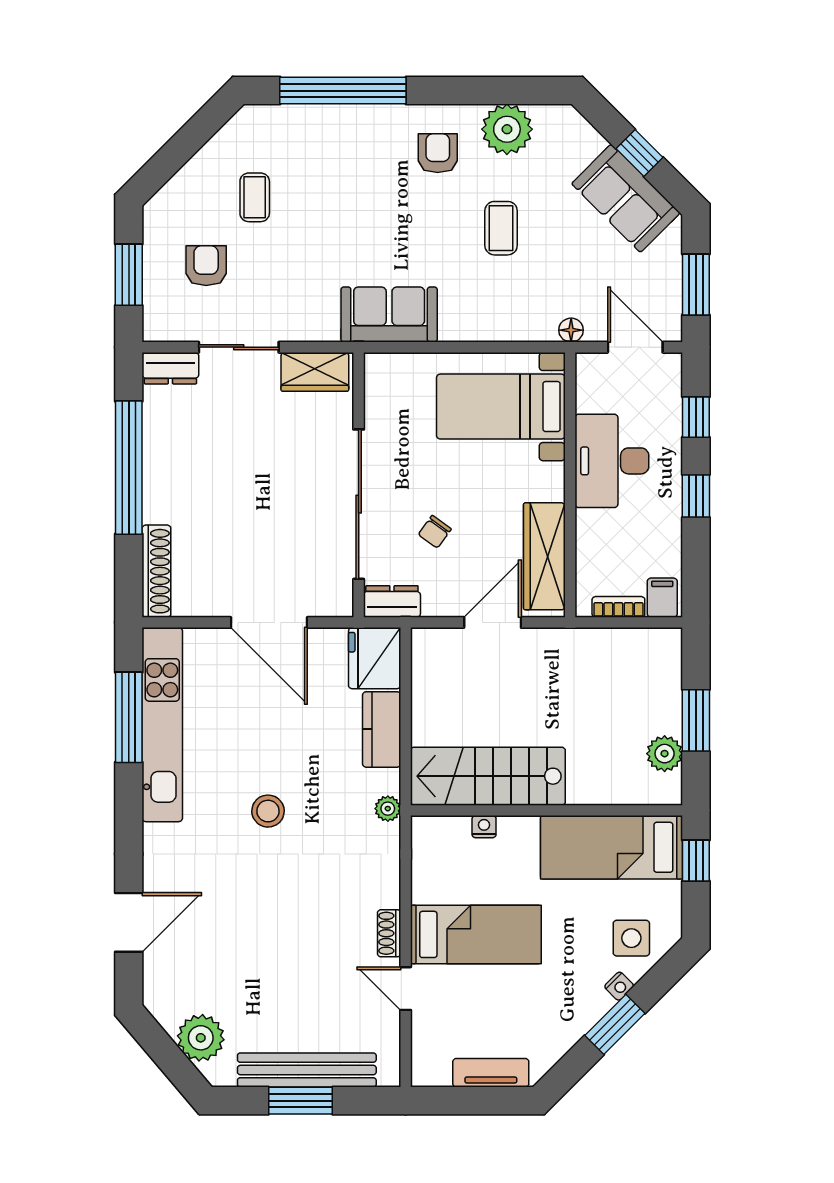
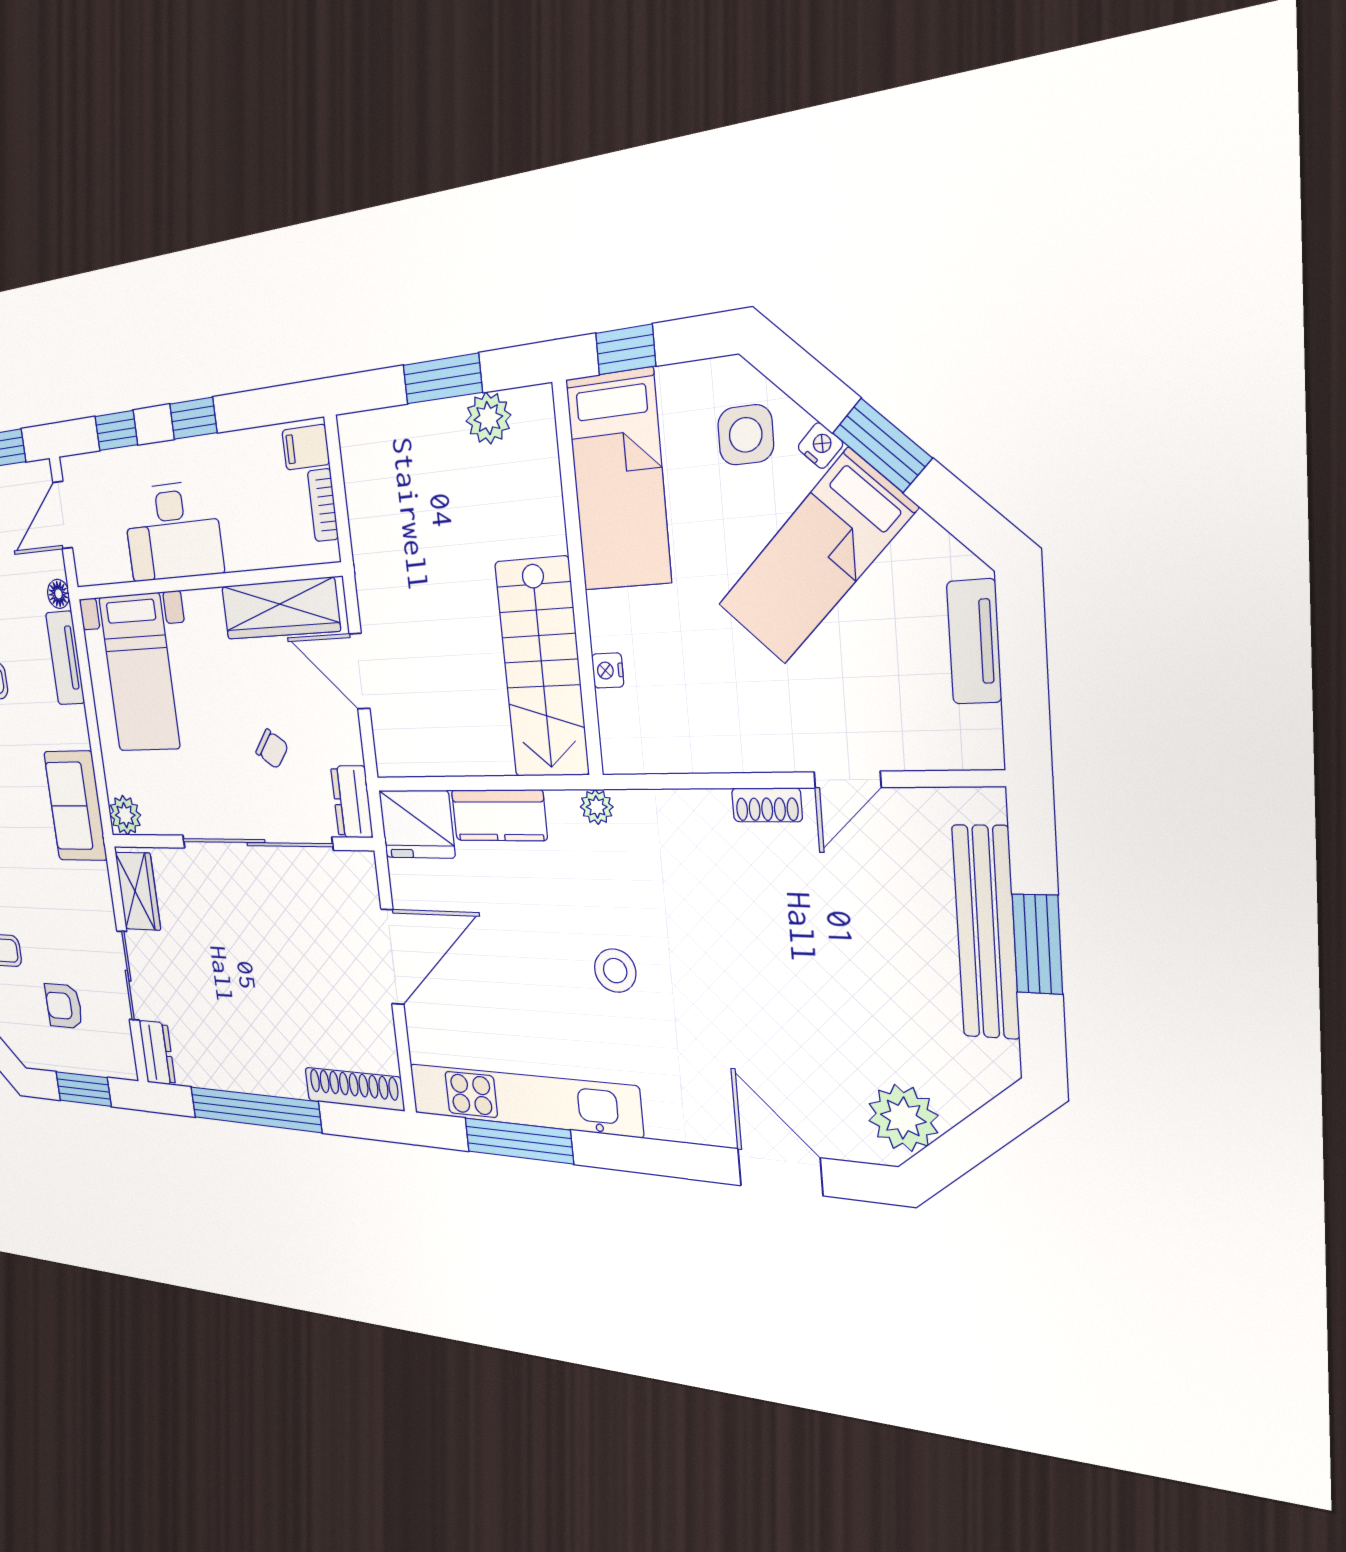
tv unit: (517, 327) -> (65, 658), added
plant: (381, 370) -> (125, 815), added
bed: (476, 934) -> (816, 557), moved, turned -135
plant: (201, 1038) -> (903, 1118), moved

